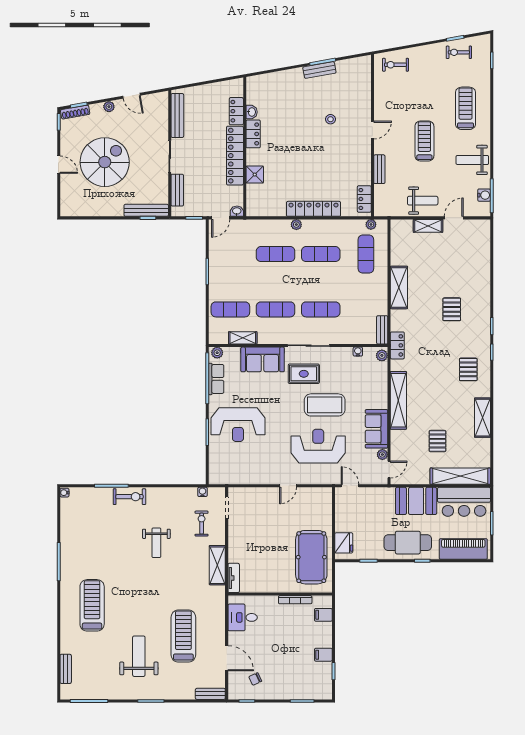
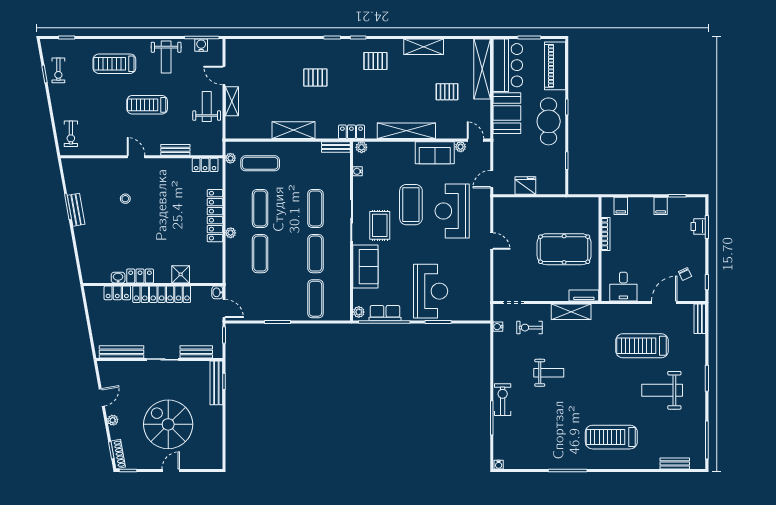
shelving: (243, 338) -> (344, 286), removed
fridge: (344, 543) -> (525, 185), moved
pool table: (311, 557) -> (564, 249), moved
printer: (303, 692) -> (698, 226), added

